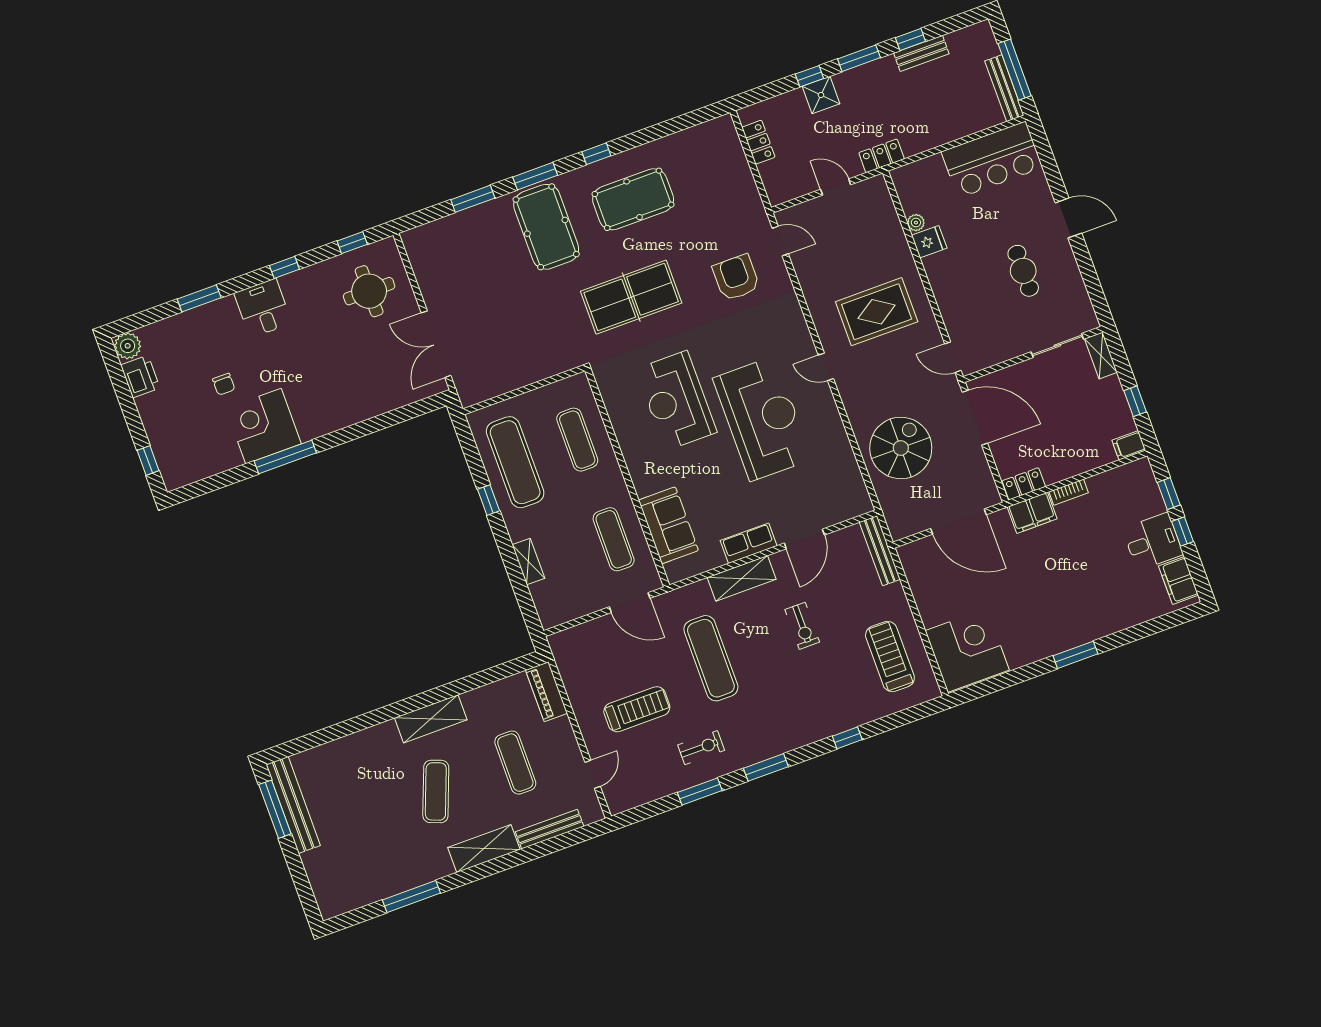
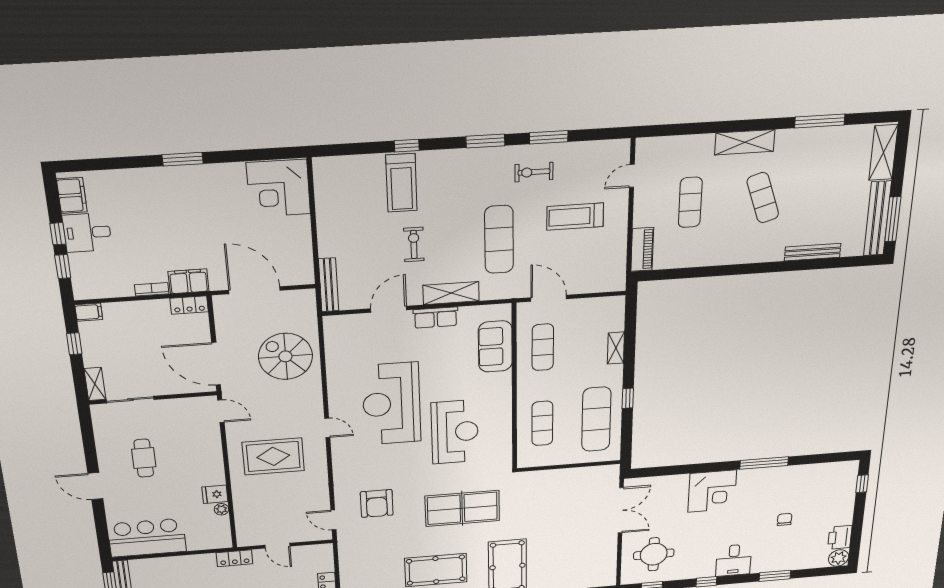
corner desk: (263, 426) -> (712, 491), moved
spiral stairs: (901, 448) -> (285, 356), turned 90
treadmill: (890, 657) -> (401, 183), moved
shelving: (431, 719) -> (883, 153), moved, turned 90
exercise mat: (436, 791) -> (763, 198), turned -39
bench: (550, 829) -> (813, 252), moved

